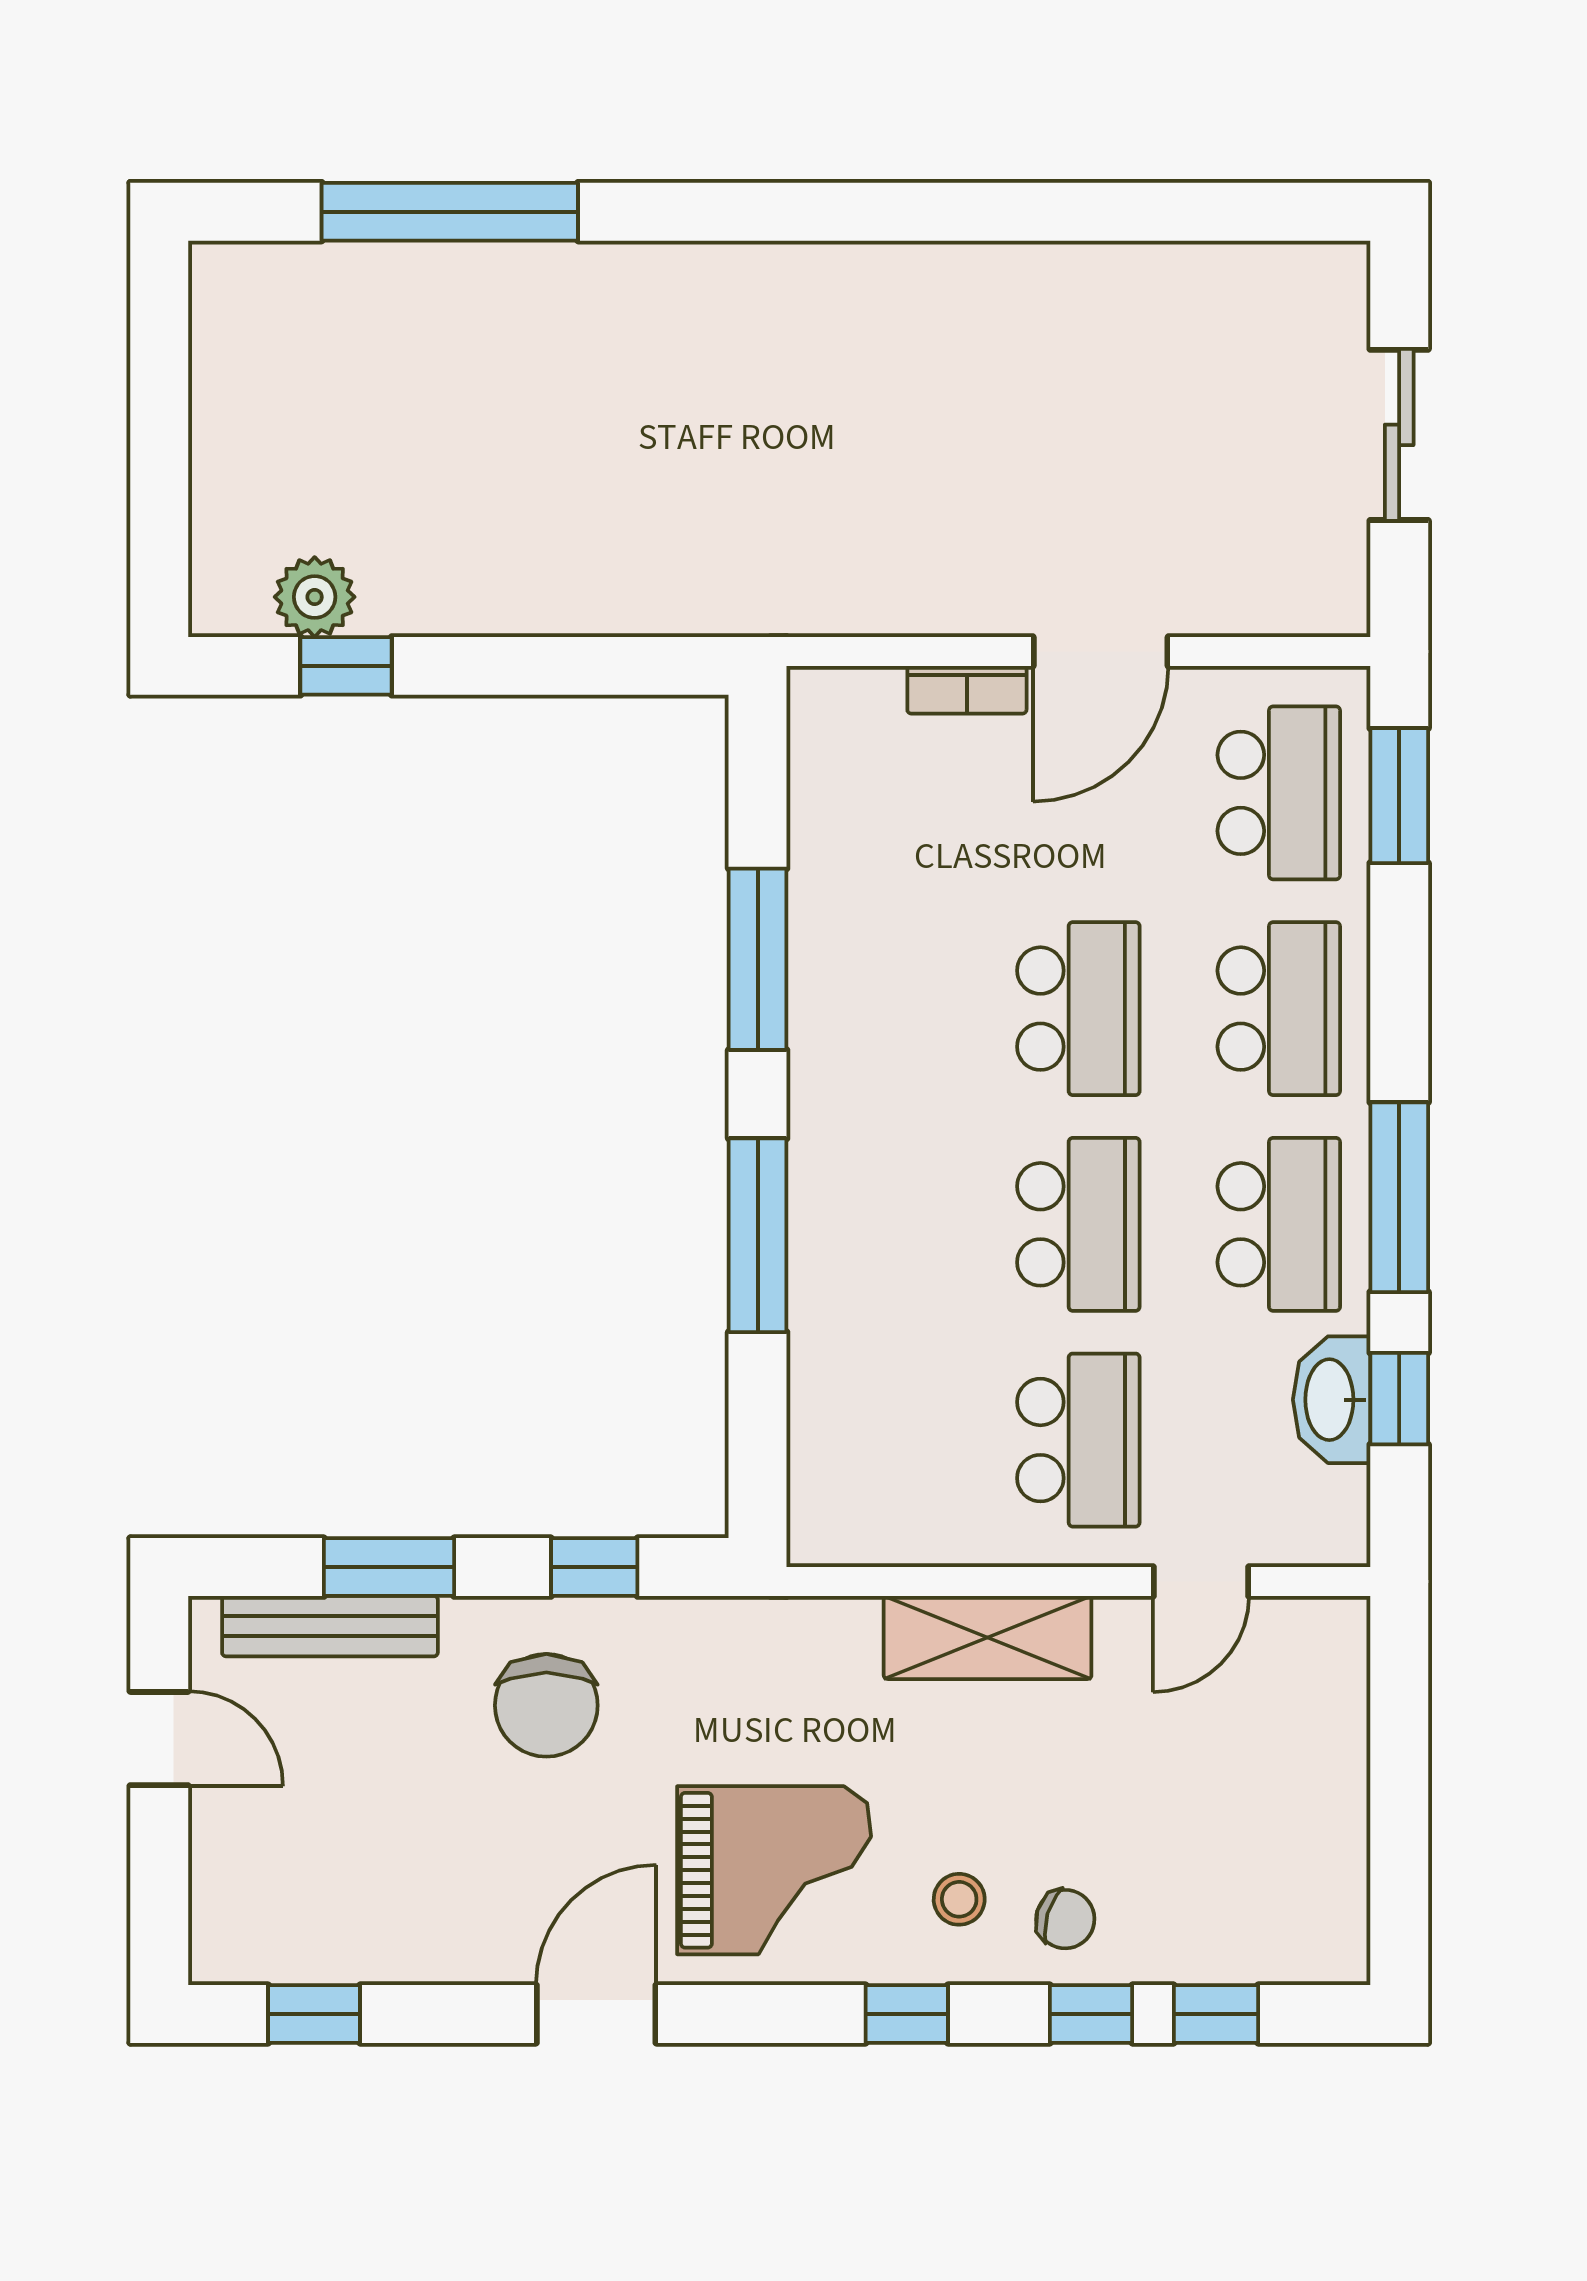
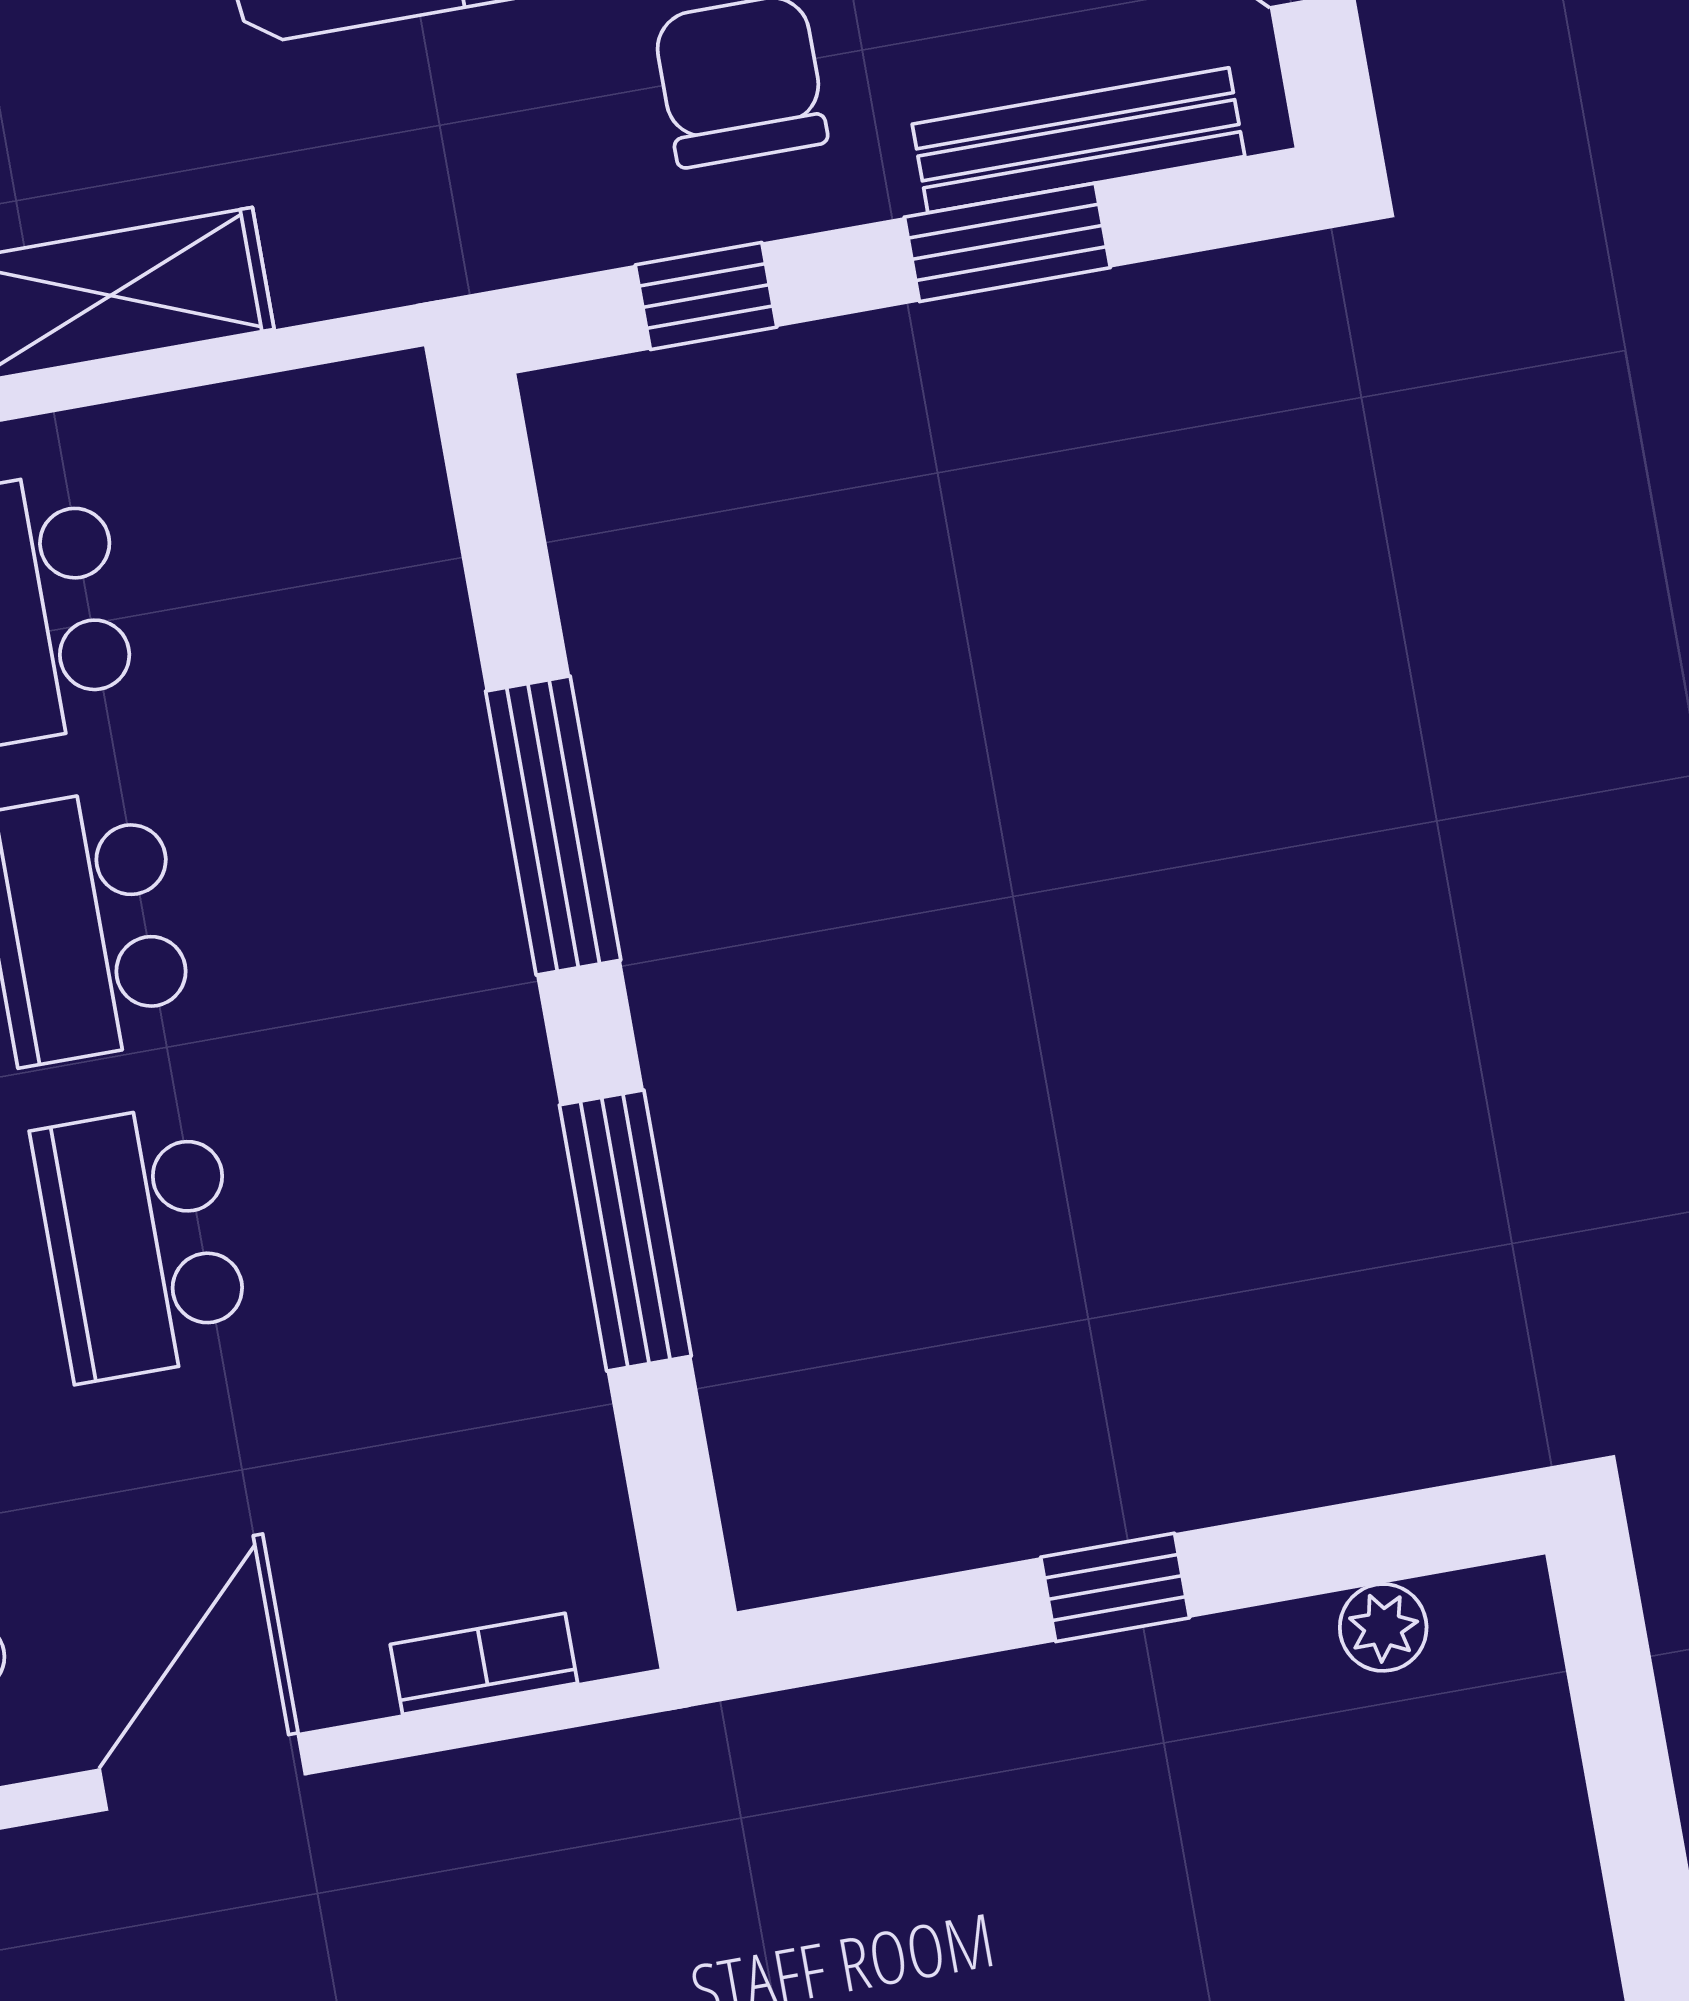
plant: (315, 597) -> (1383, 1627), width x0.73, depth x0.73
window: (346, 666) -> (1115, 1587), moved
bookcase: (967, 690) -> (484, 1664), moved

